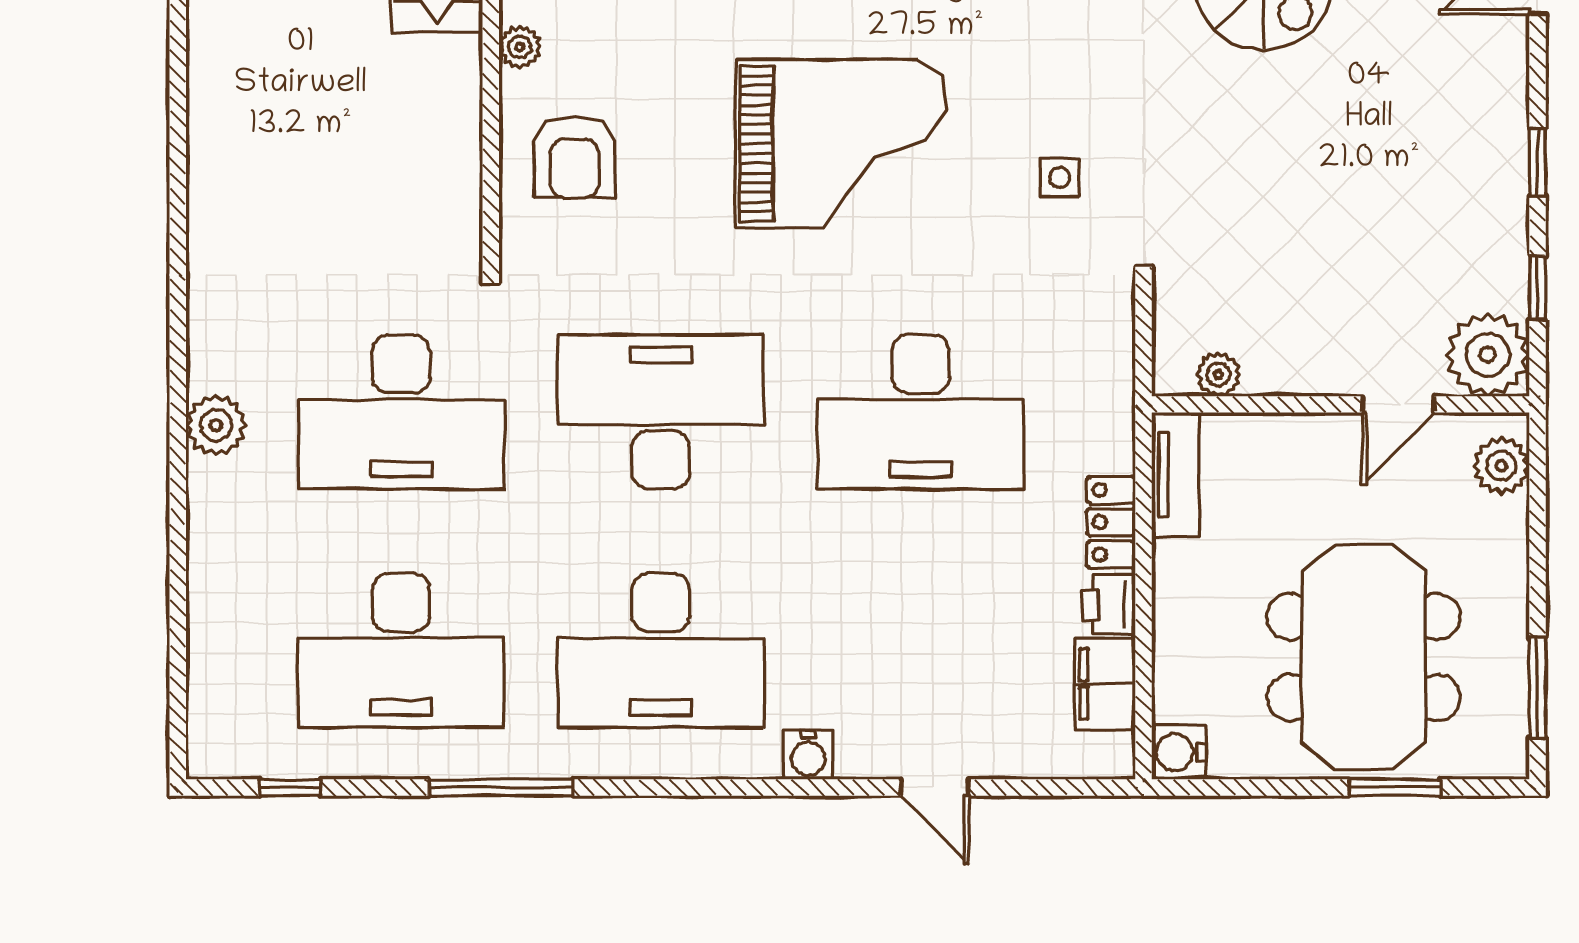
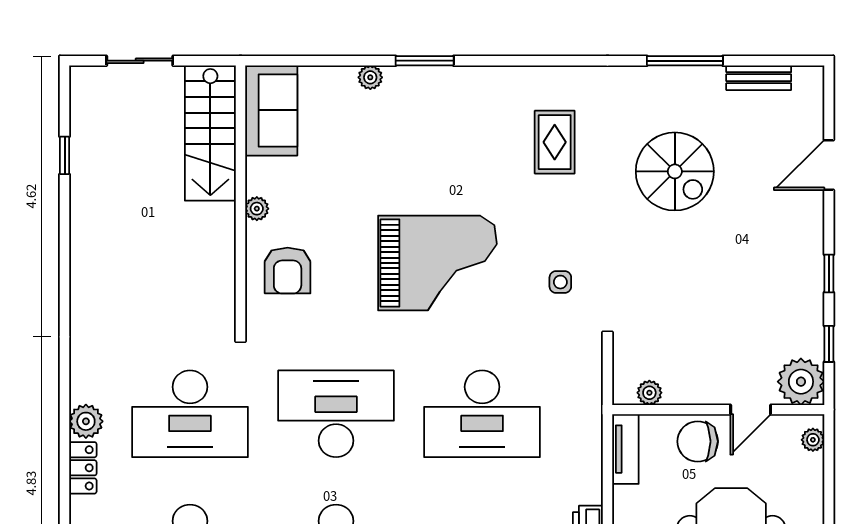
chair: (1304, 461) -> (698, 441), added
plant: (1501, 466) -> (813, 440), width x0.73, depth x0.73
locker: (1111, 522) -> (83, 468), moved, turned 180

